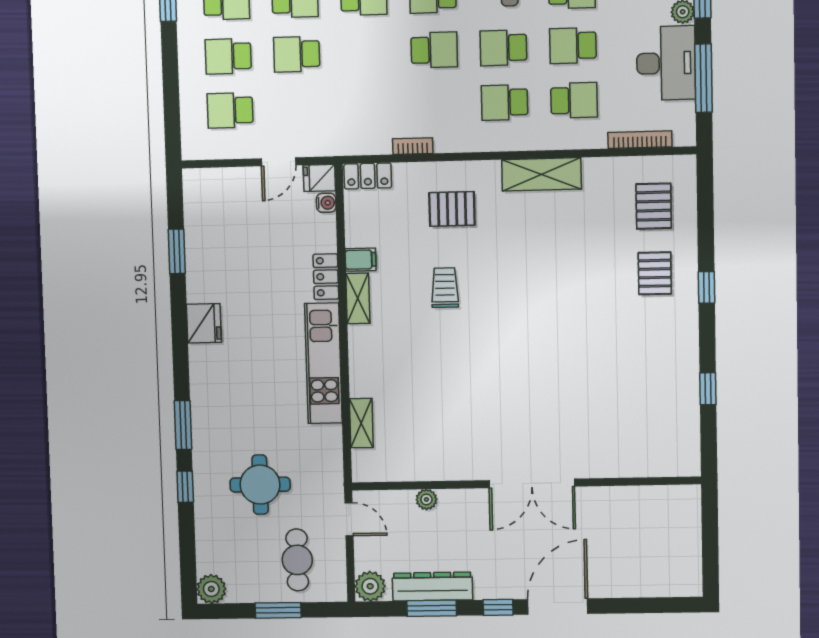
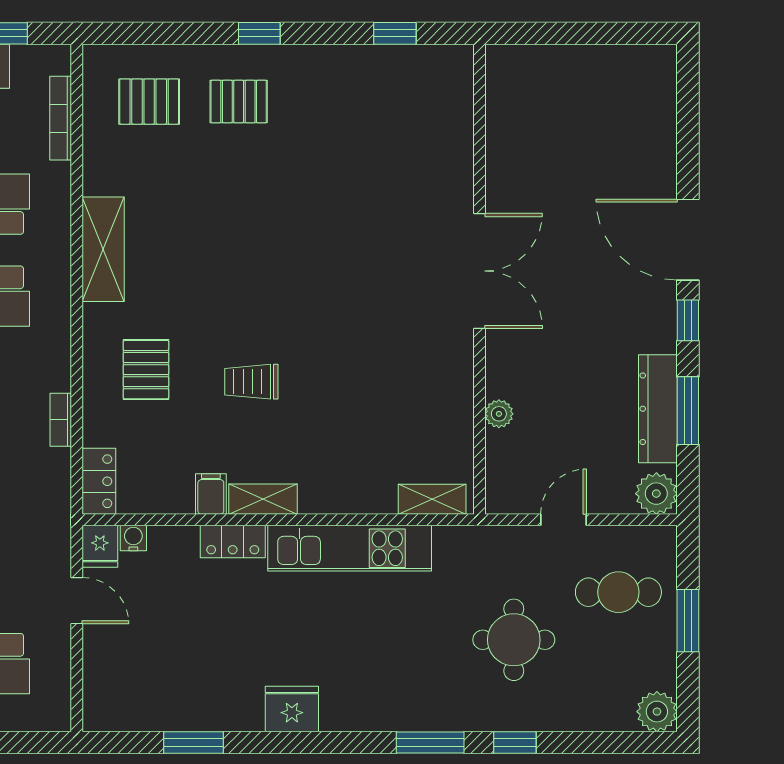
wall: (526, 483) -> (479, 279), moved
double door: (532, 483) -> (479, 271), moved
plant: (426, 499) -> (499, 414), moved

